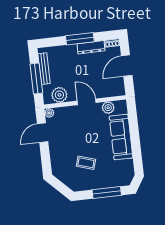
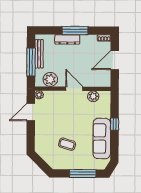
dresser: (91, 47) -> (67, 39), moved
window: (135, 135) -> (115, 124), added
sofa: (121, 137) -> (102, 138), moved

